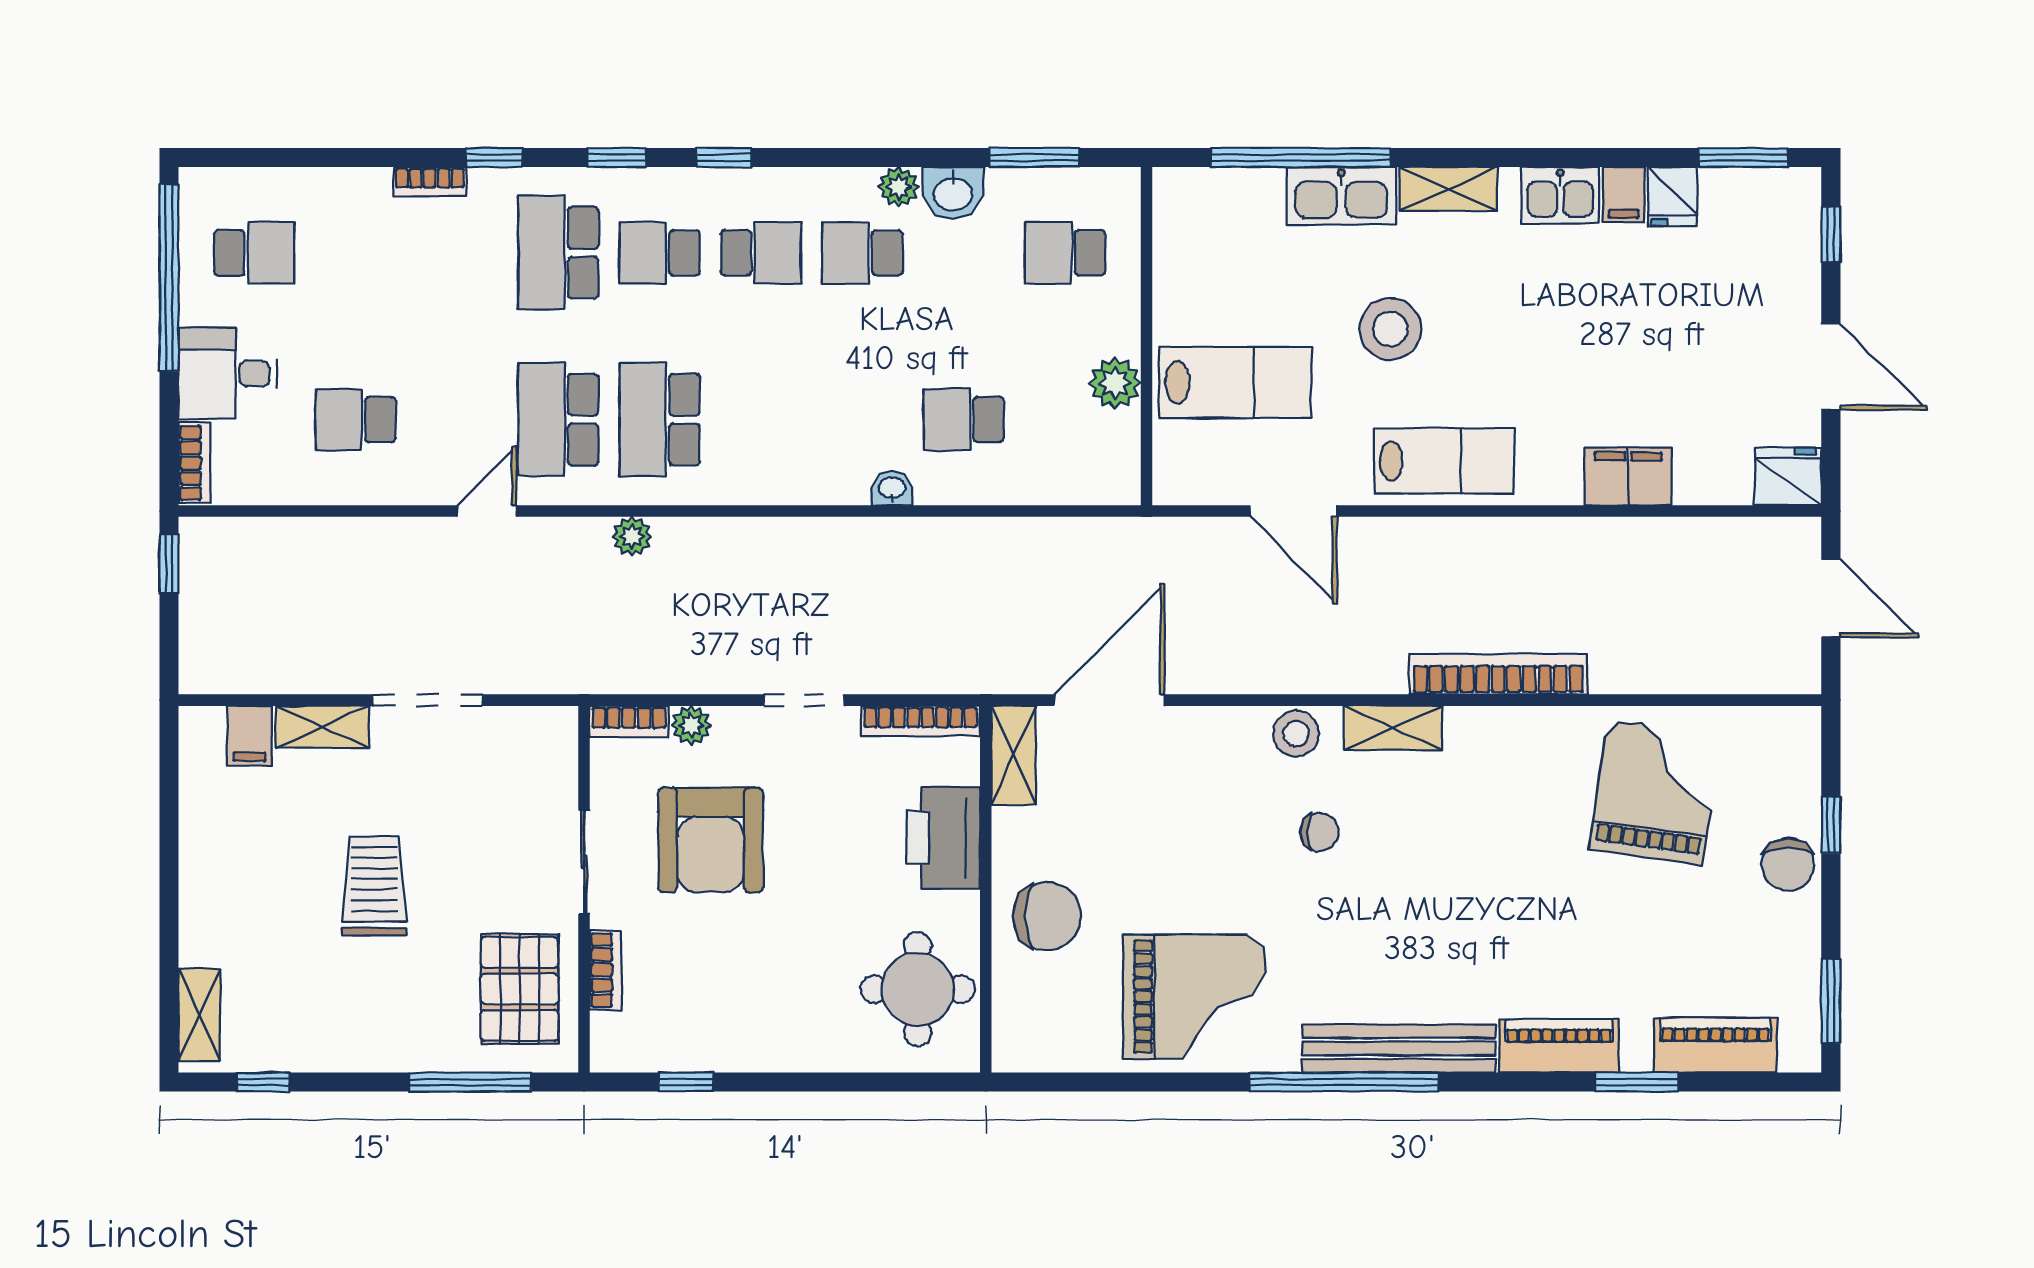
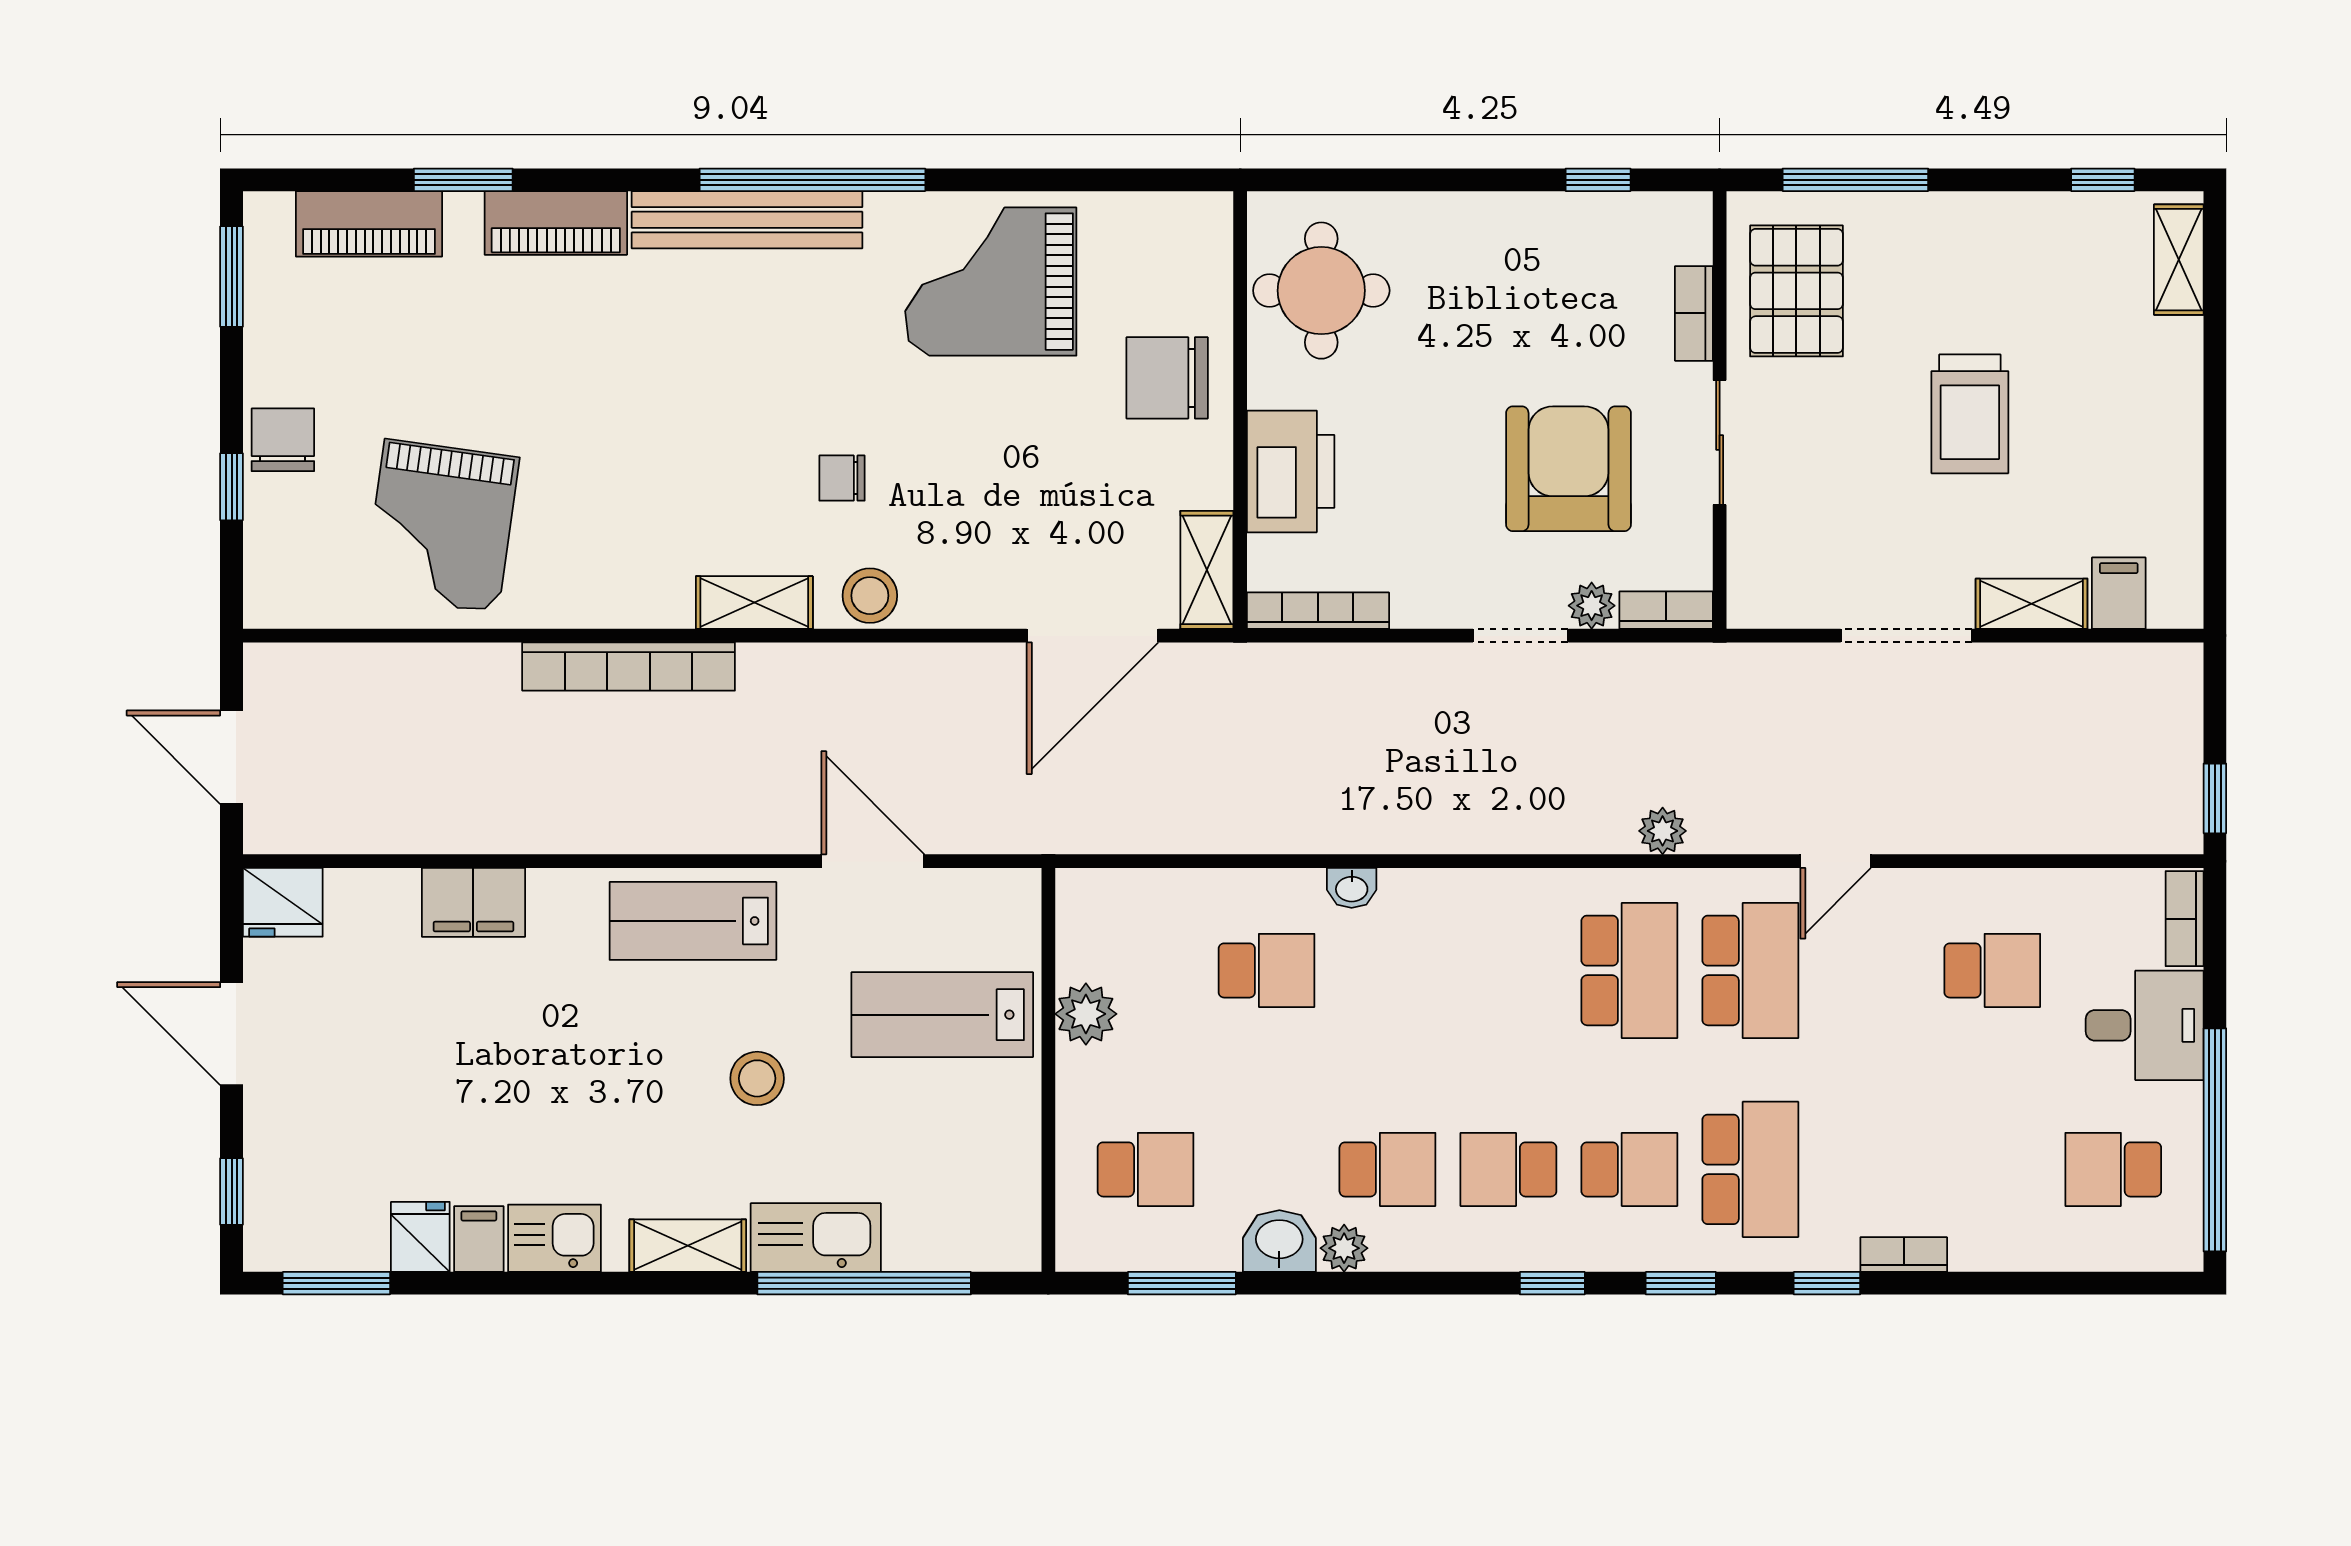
stool: (1390, 329) -> (757, 1078), width x0.73, depth x0.73
doorway: (804, 700) -> (1521, 636), moved

